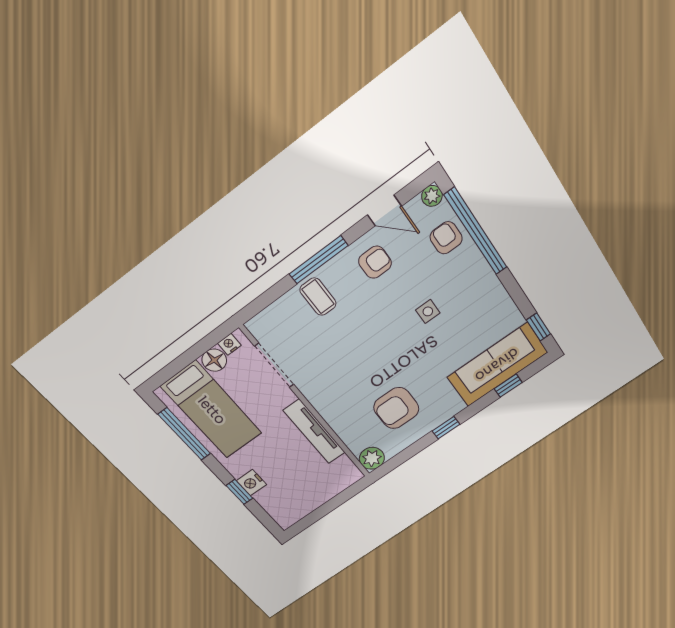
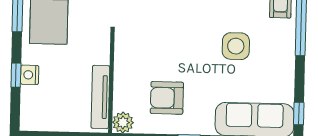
side table: (428, 311) -> (236, 46), width x1.87, depth x1.87
tv unit: (314, 432) -> (100, 97), moved

